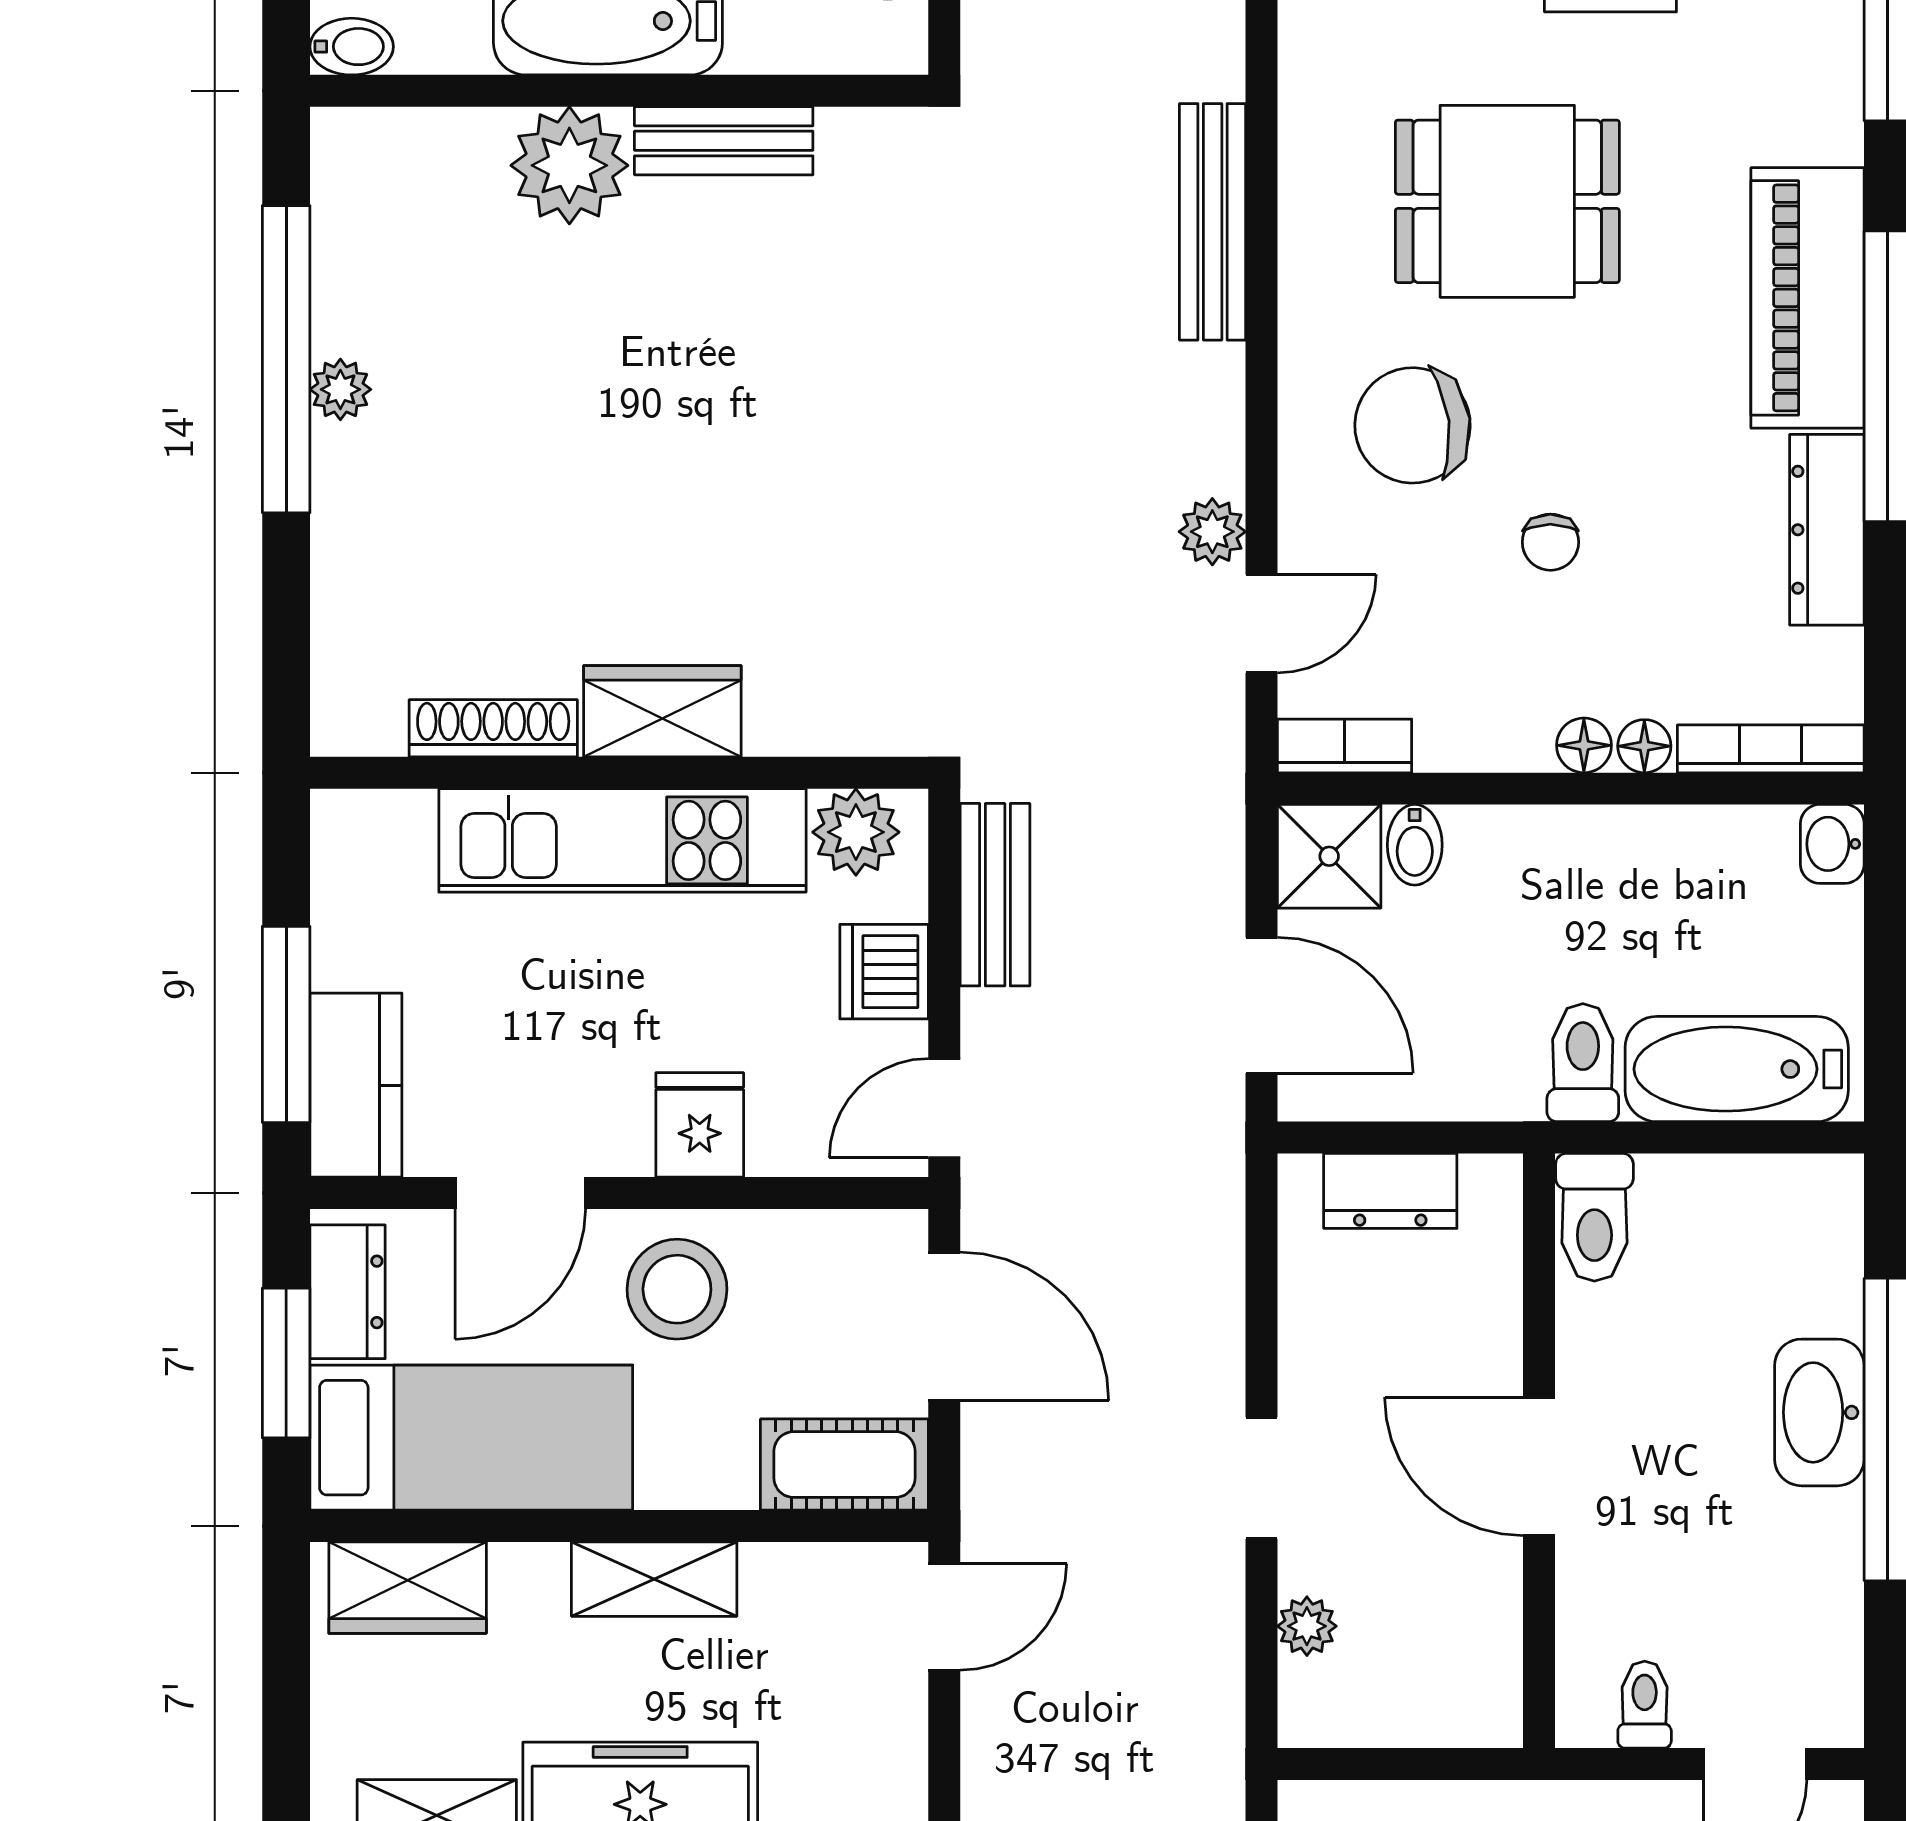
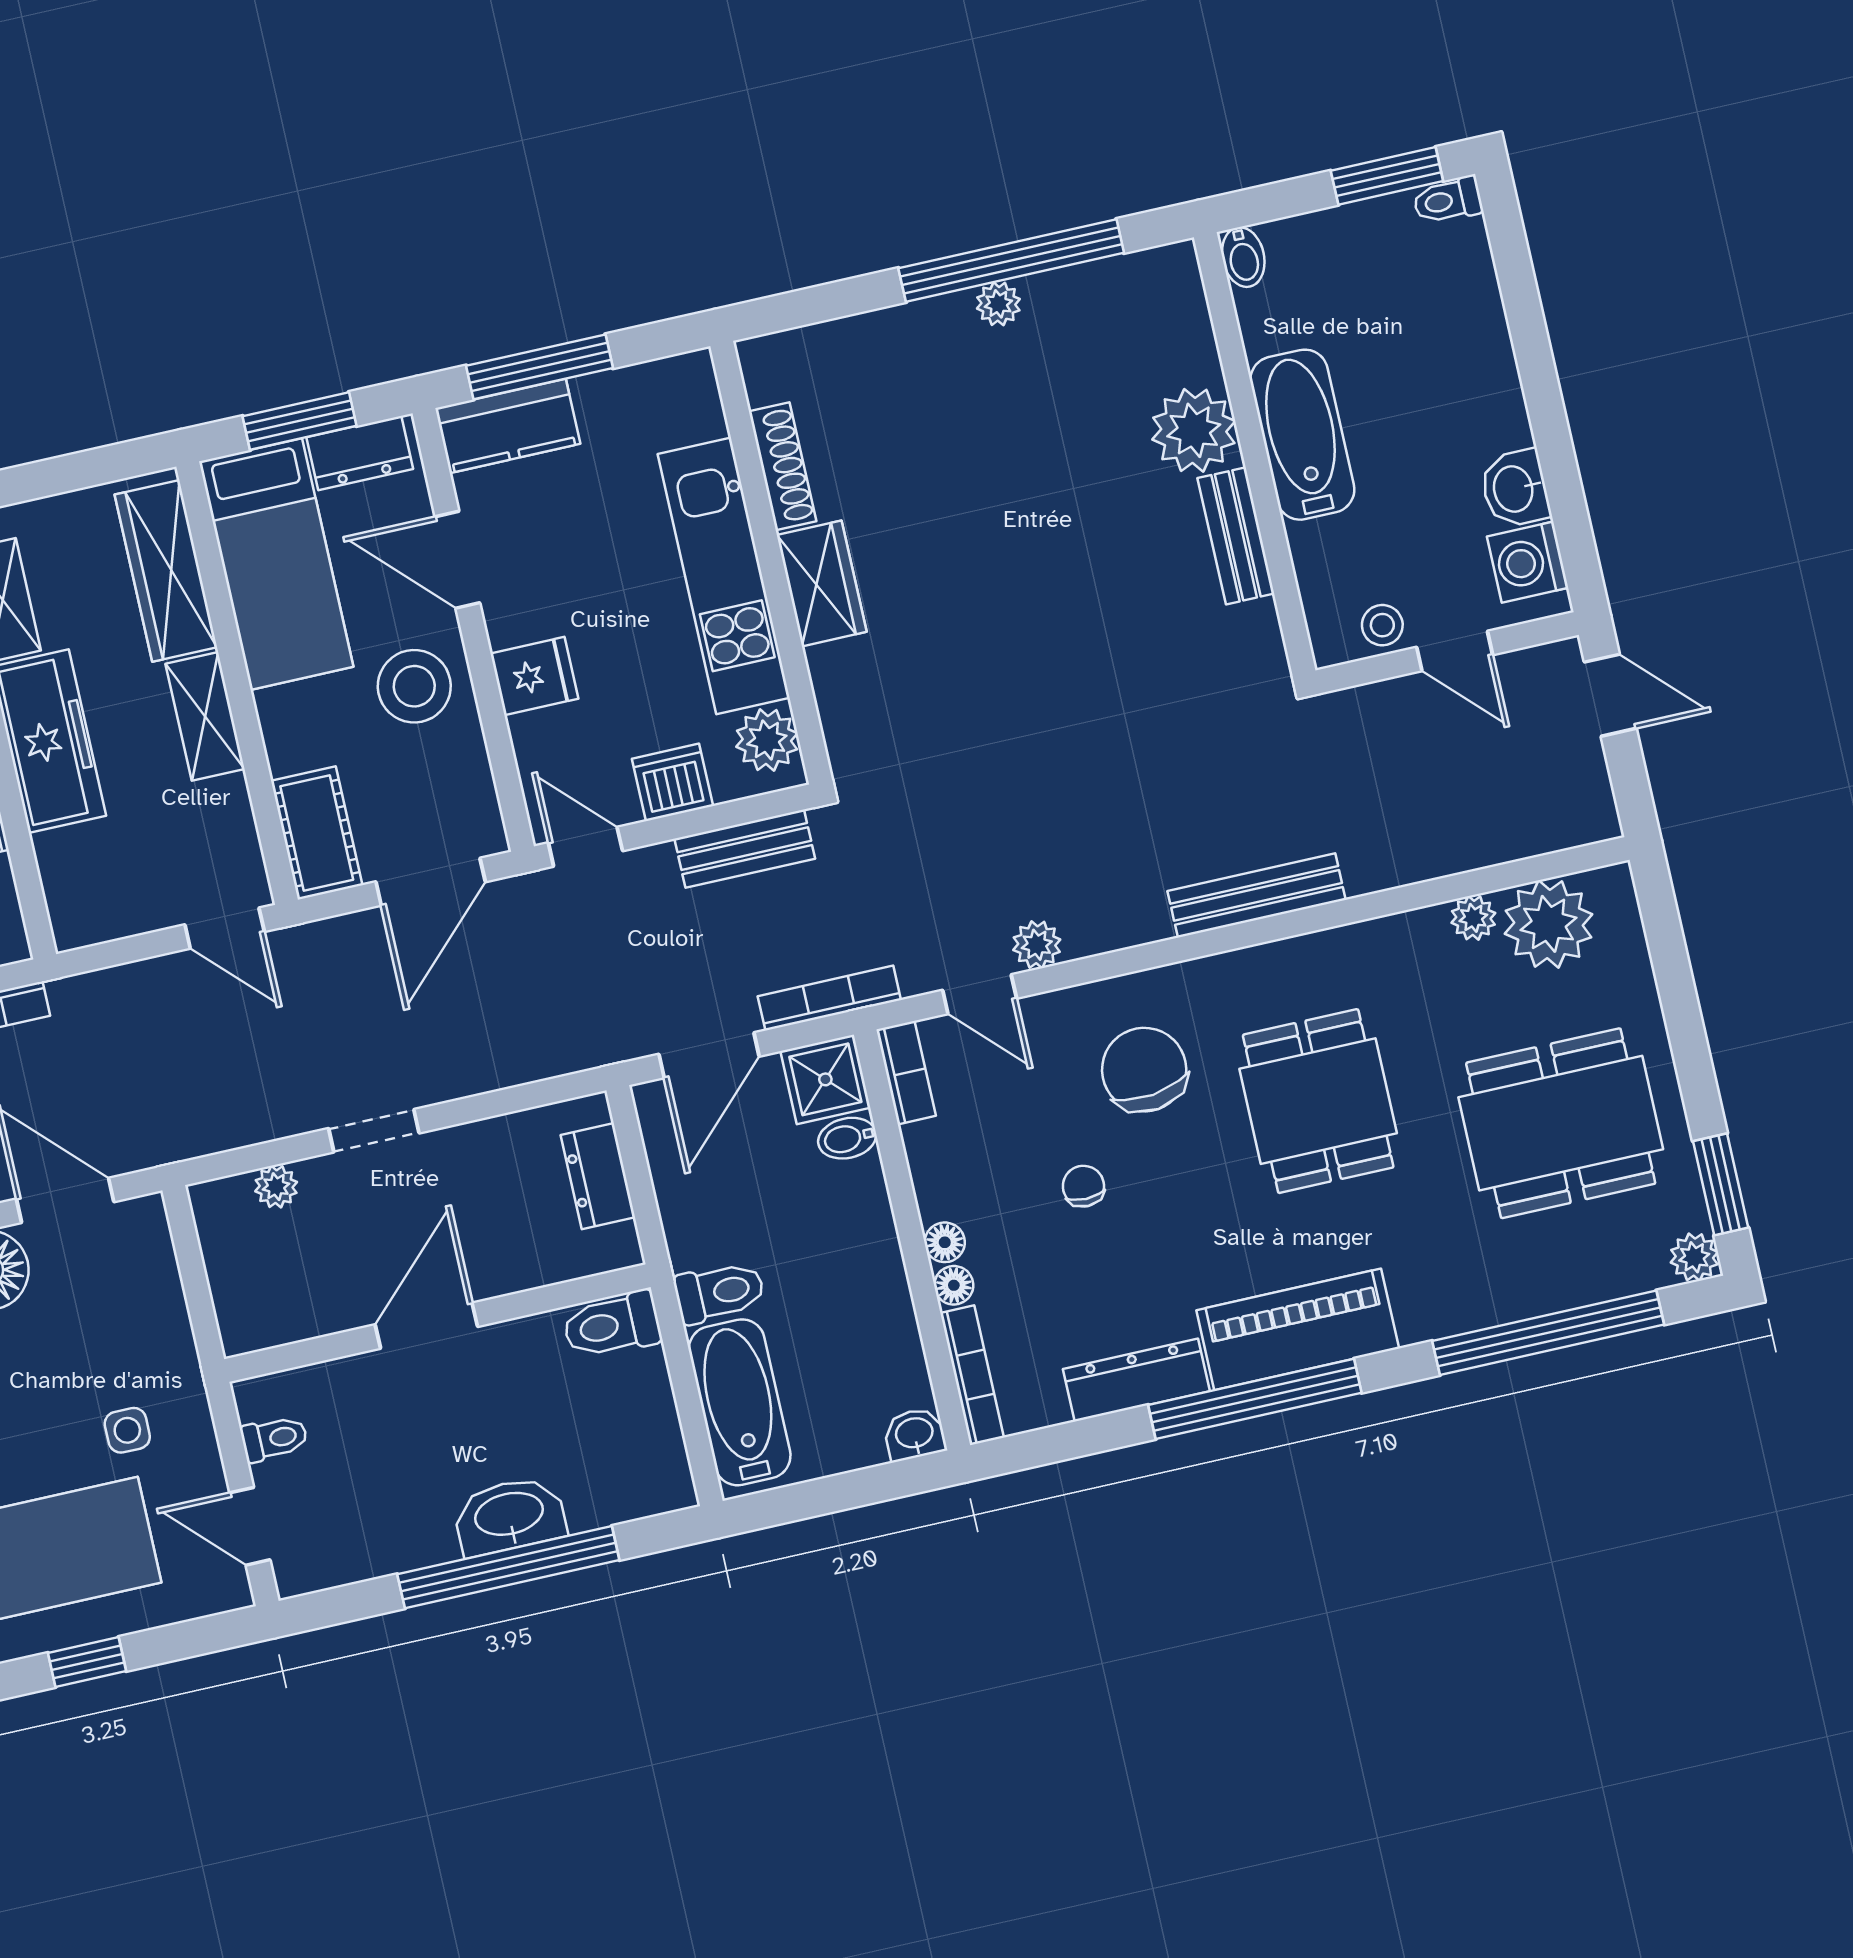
chair: (1550, 542) -> (1083, 1186), turned 90
bookcase: (1221, 826) -> (829, 998), added
wardrobe: (408, 1588) -> (166, 571), width x1.50

